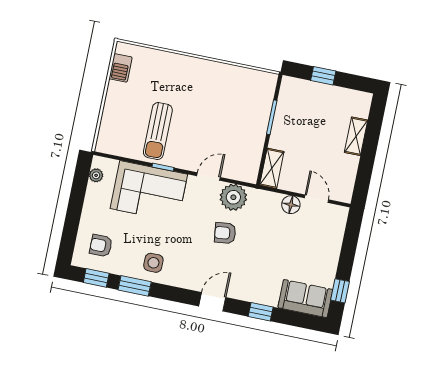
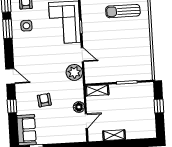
sun lounger: (158, 131) -> (123, 11), moved
shelving: (356, 136) -> (114, 135), moved
armchair: (225, 233) -> (44, 100), moved
side table: (153, 263) -> (26, 26), moved

